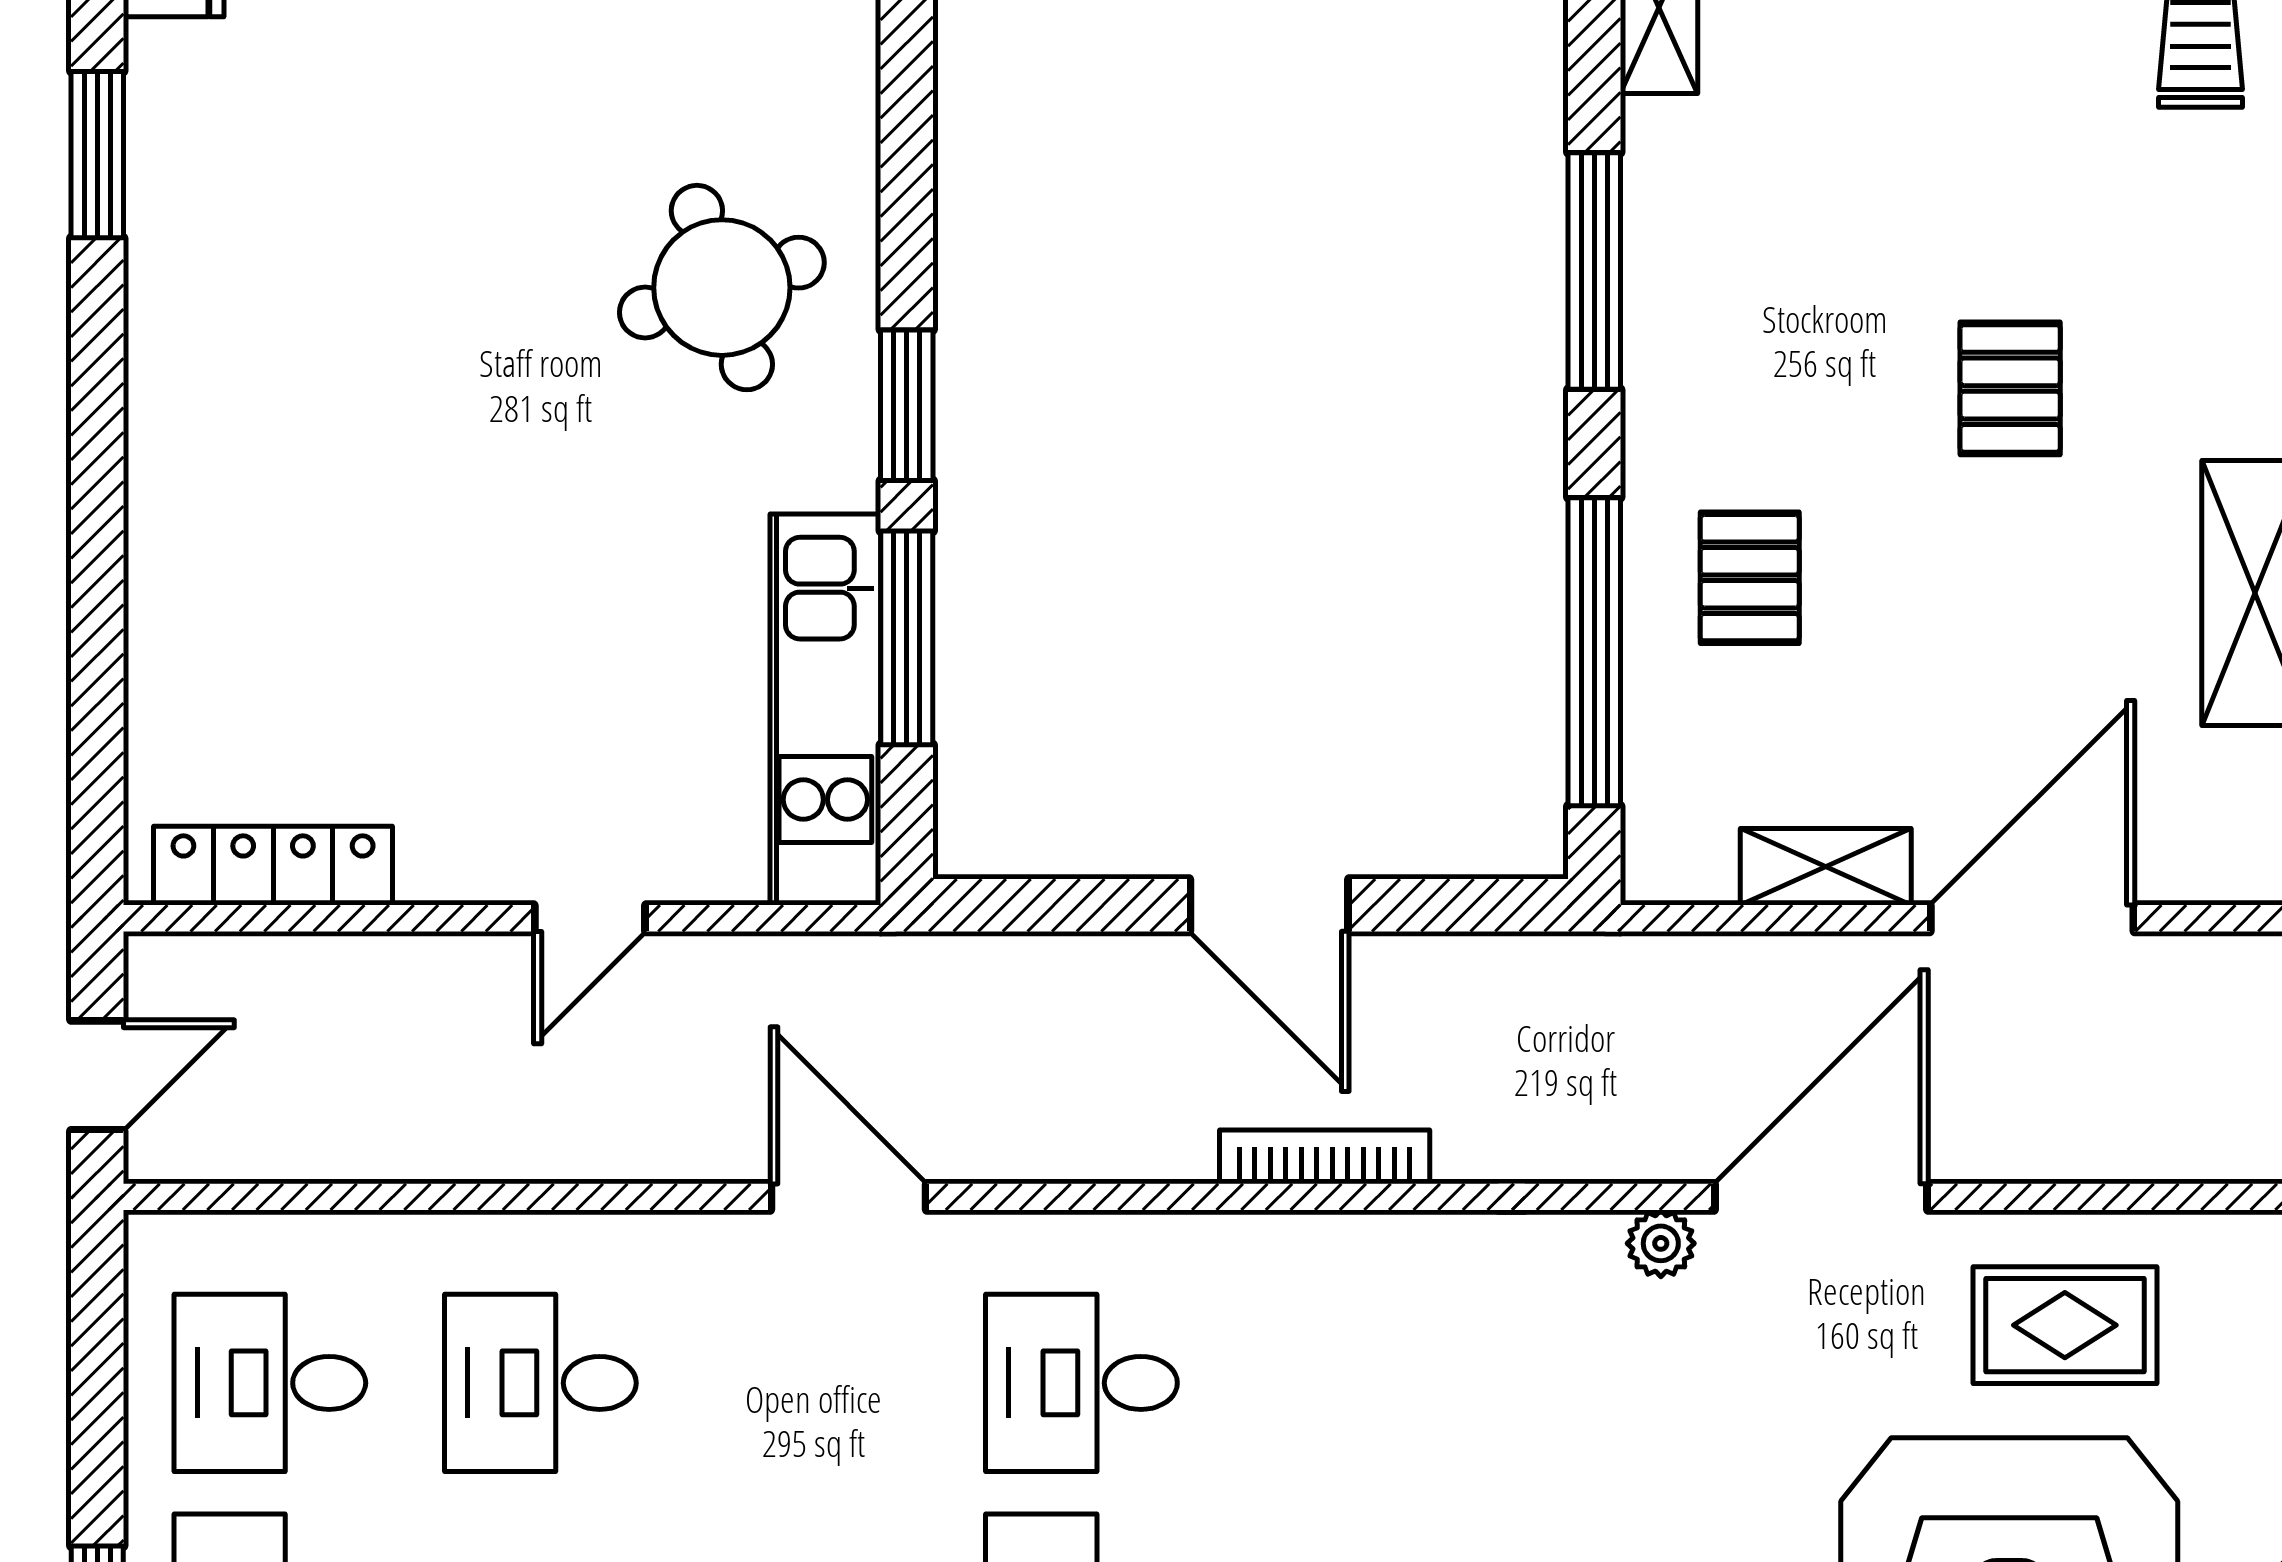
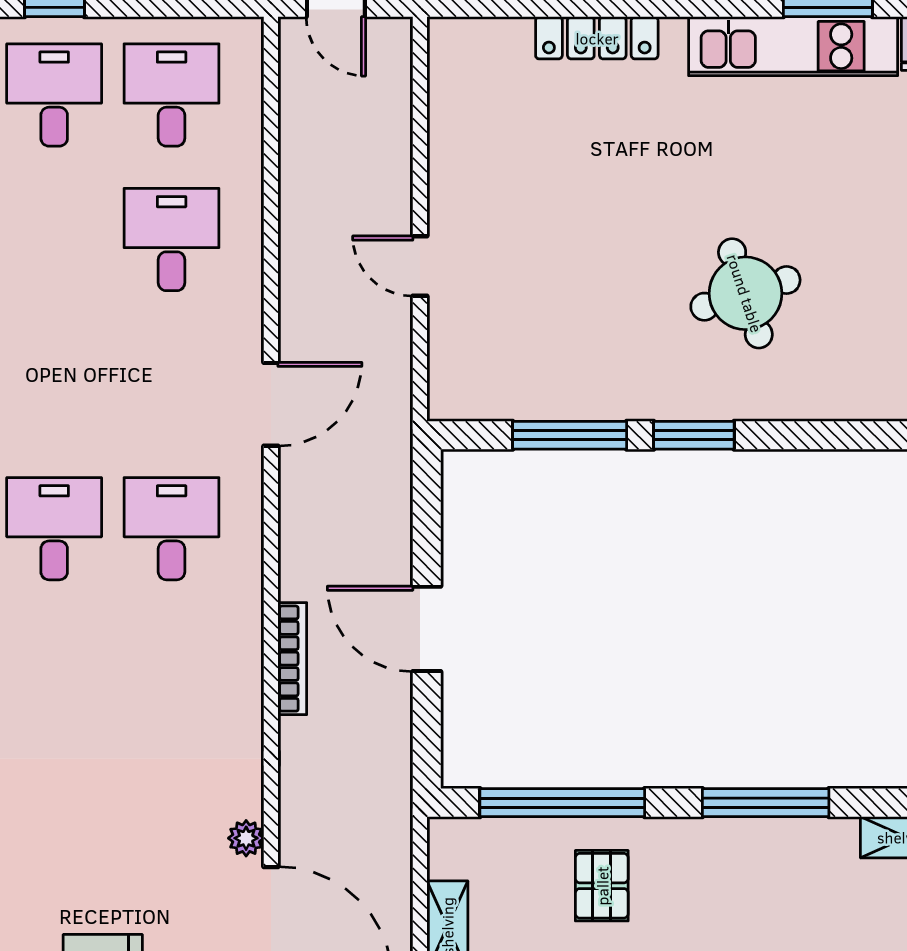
round table: (722, 288) -> (745, 293), moved
pallet: (1750, 578) -> (602, 886), turned 90
kitchen unit: (825, 709) -> (793, 46), moved, turned 180
locker: (273, 866) -> (597, 38), moved, turned 90
door: (1269, 905) -> (427, 629), hinge flipped

